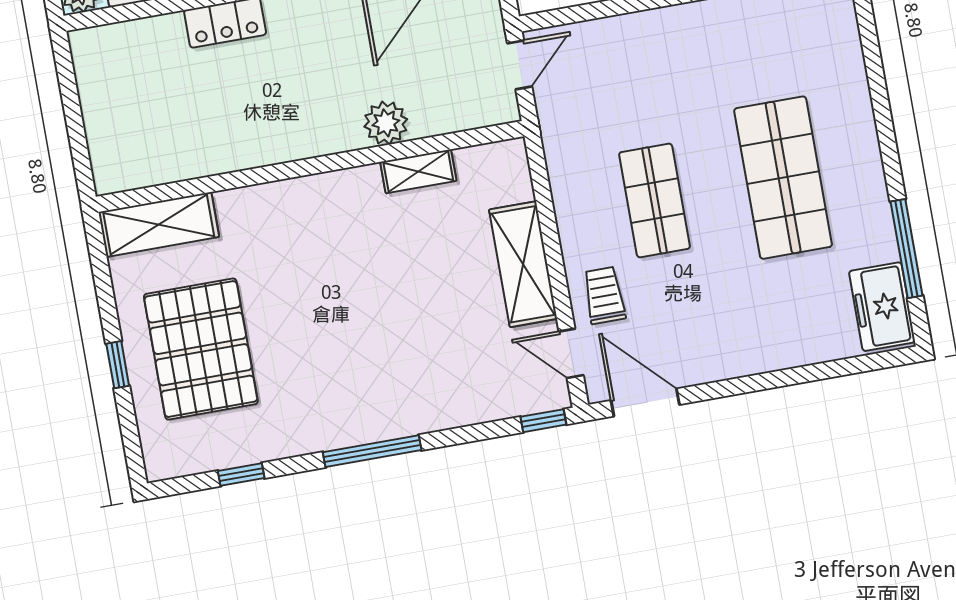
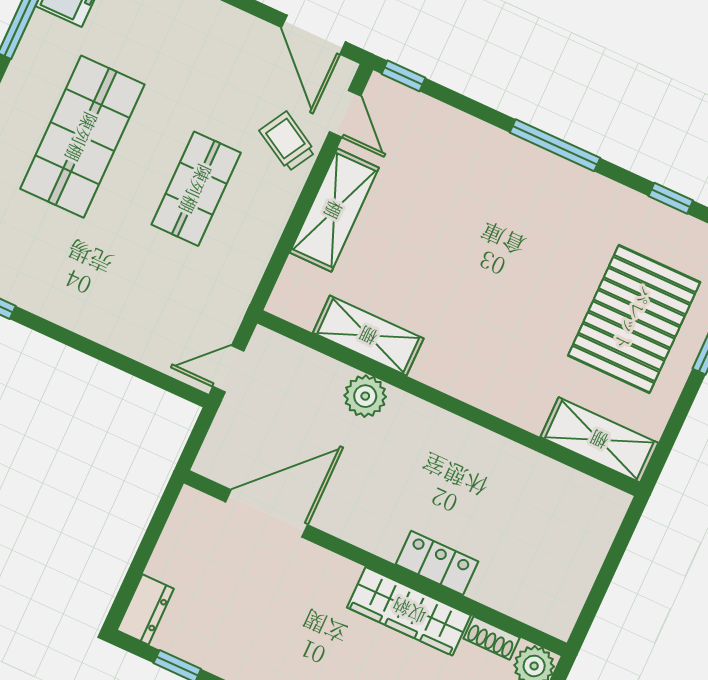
shelving: (418, 171) -> (368, 336), width x1.50, depth x1.33
trolley: (604, 295) -> (287, 141), turned 120

